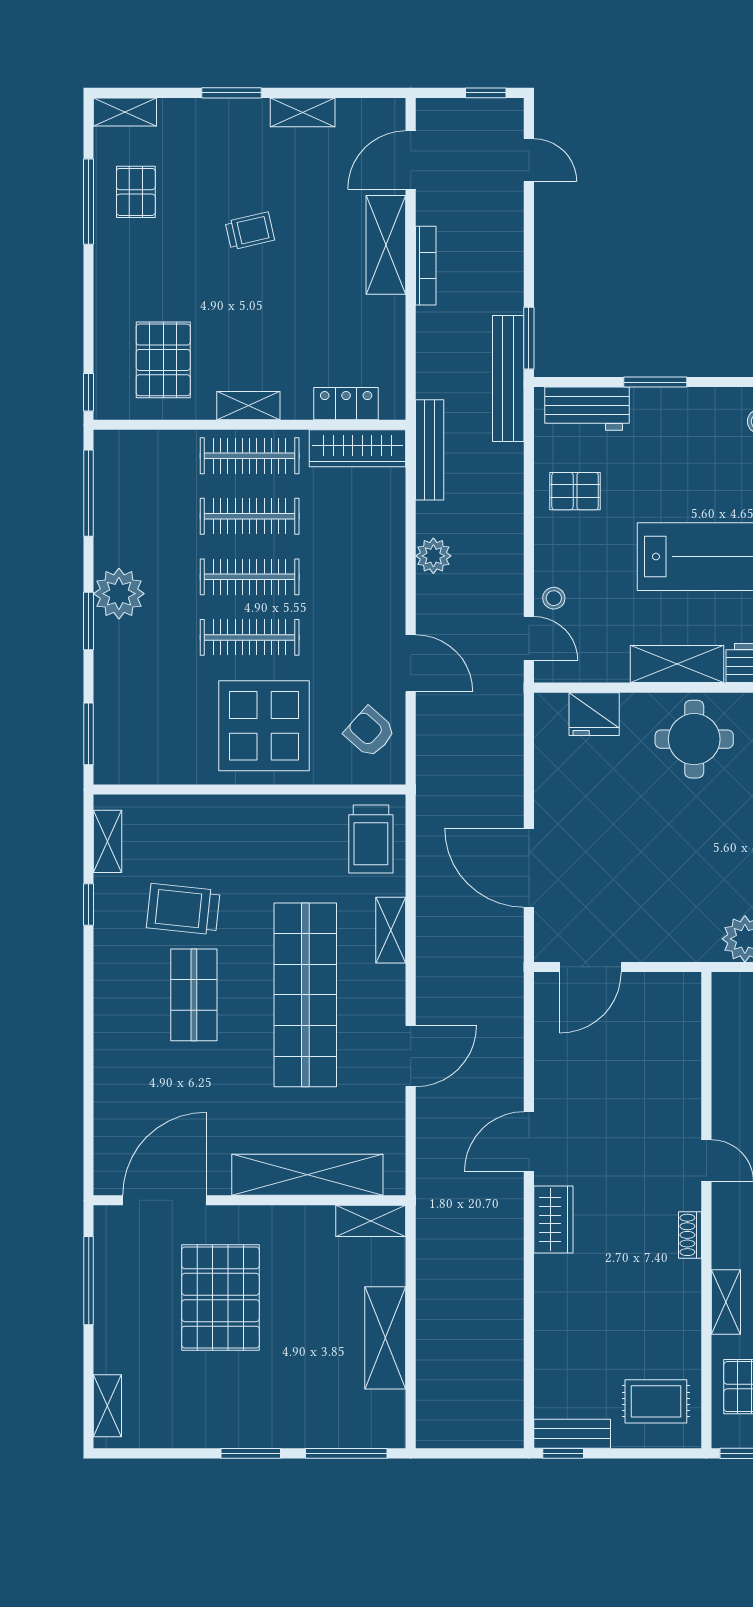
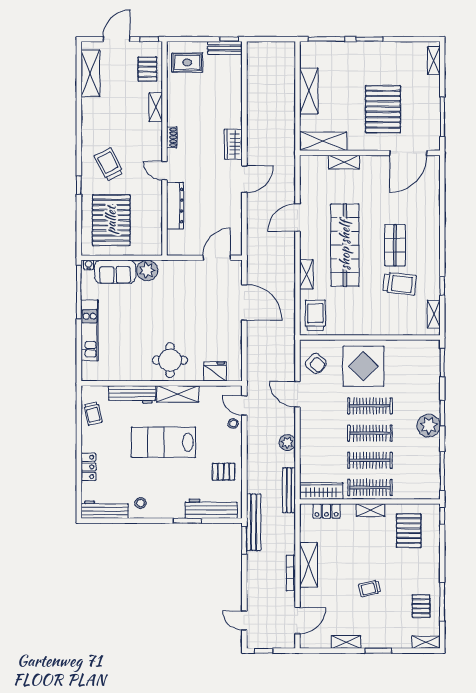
shelving: (386, 245) -> (309, 565), moved
workbench: (587, 409) -> (211, 509), width x1.38
dresser: (683, 1083) -> (175, 206), added
shelving: (307, 1175) -> (344, 162), width x0.45, depth x0.75
shelving: (371, 1221) -> (323, 141), width x1.50, depth x1.33

